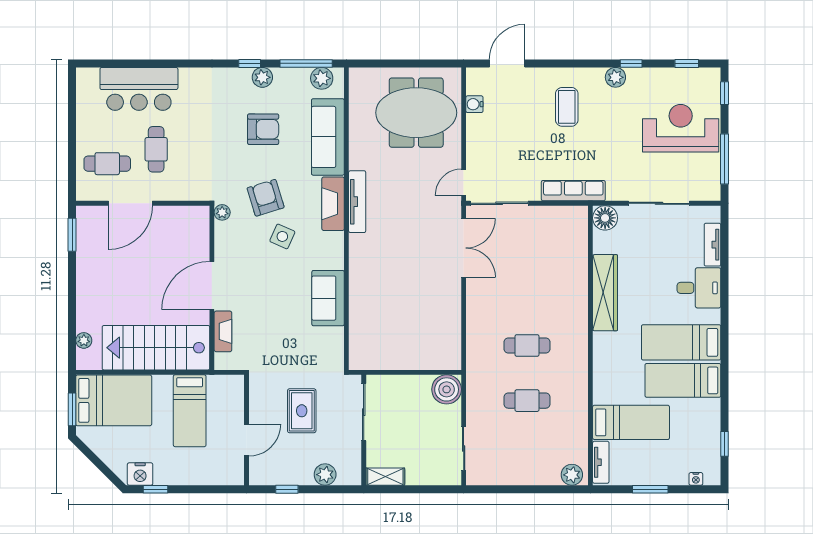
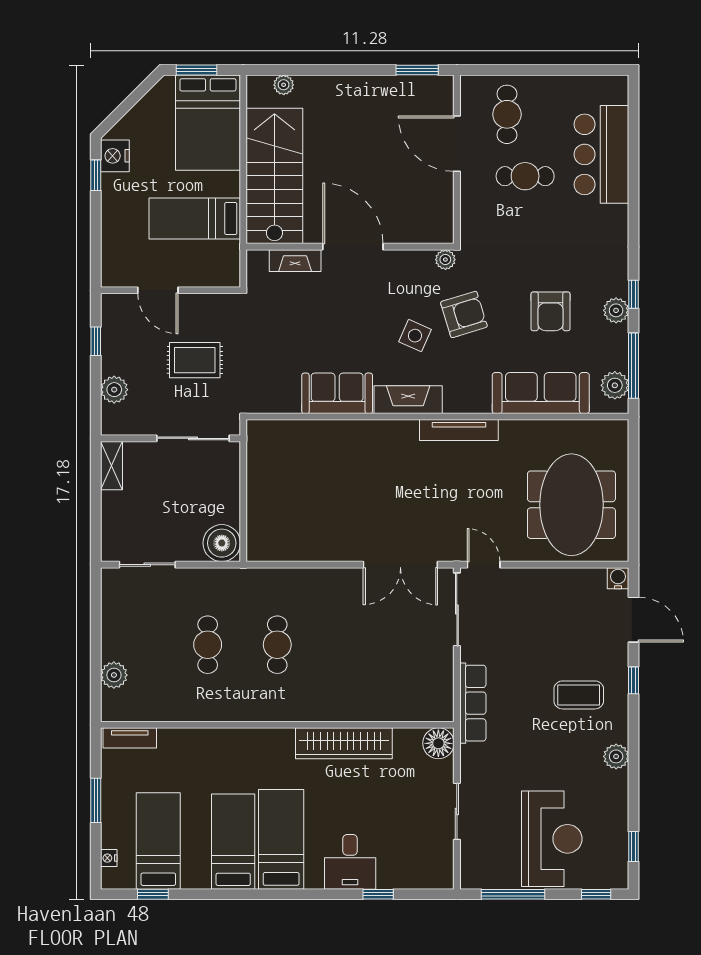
window: (631, 63) -> (634, 680), moved
water cooler: (474, 104) -> (618, 578), moved
sliding door: (659, 203) -> (457, 811), width x0.73
fireplace: (333, 204) -> (408, 400), moved
tv unit: (712, 245) -> (405, 879), removed
window: (725, 266) -> (378, 894), added
bed: (631, 422) -> (158, 841), moved, turned 180
plant: (572, 475) -> (114, 675), moved

